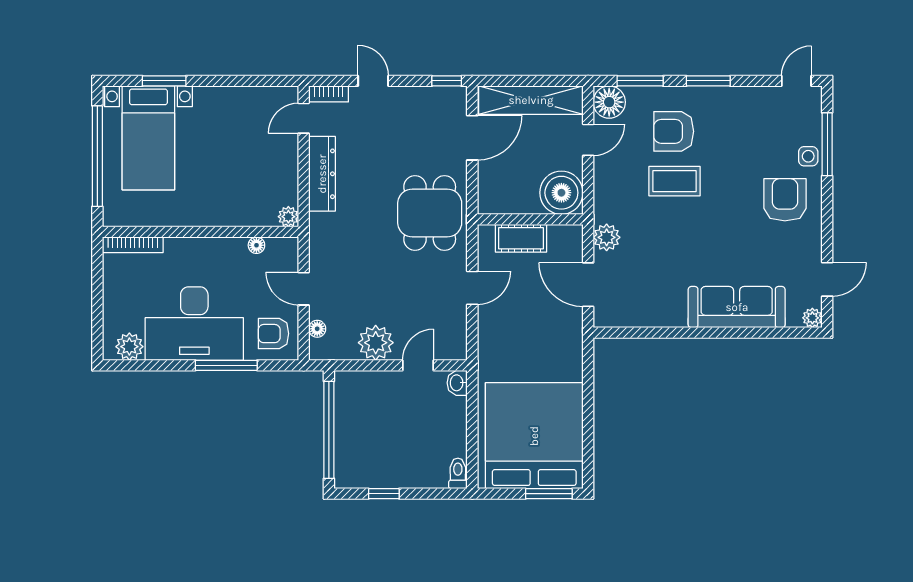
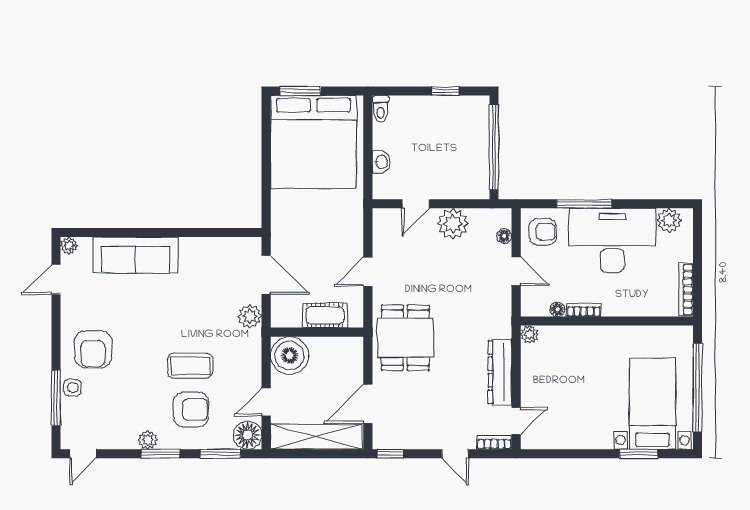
plant: (723, 97) -> (148, 440), added
bookcase: (133, 245) -> (686, 290), moved, turned -90
bookcase: (227, 245) -> (584, 310), added
washbasin: (457, 383) -> (381, 162), moved

